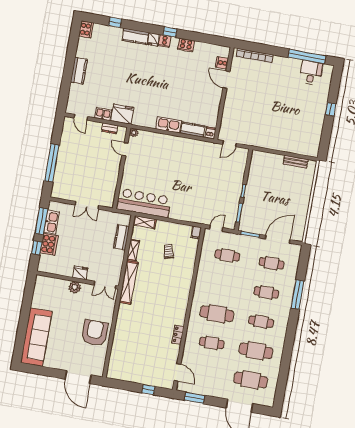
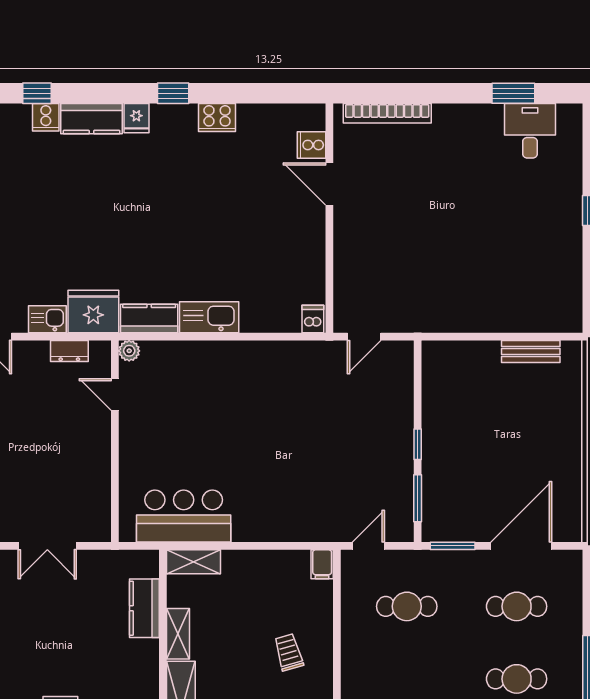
cooker: (165, 41) -> (46, 117), moved
window: (307, 56) -> (513, 93), width x0.47
kitchen counter: (193, 130) -> (149, 318), moved
bar counter: (144, 203) -> (184, 516), width x0.73
trolley: (168, 252) -> (289, 652), moved

